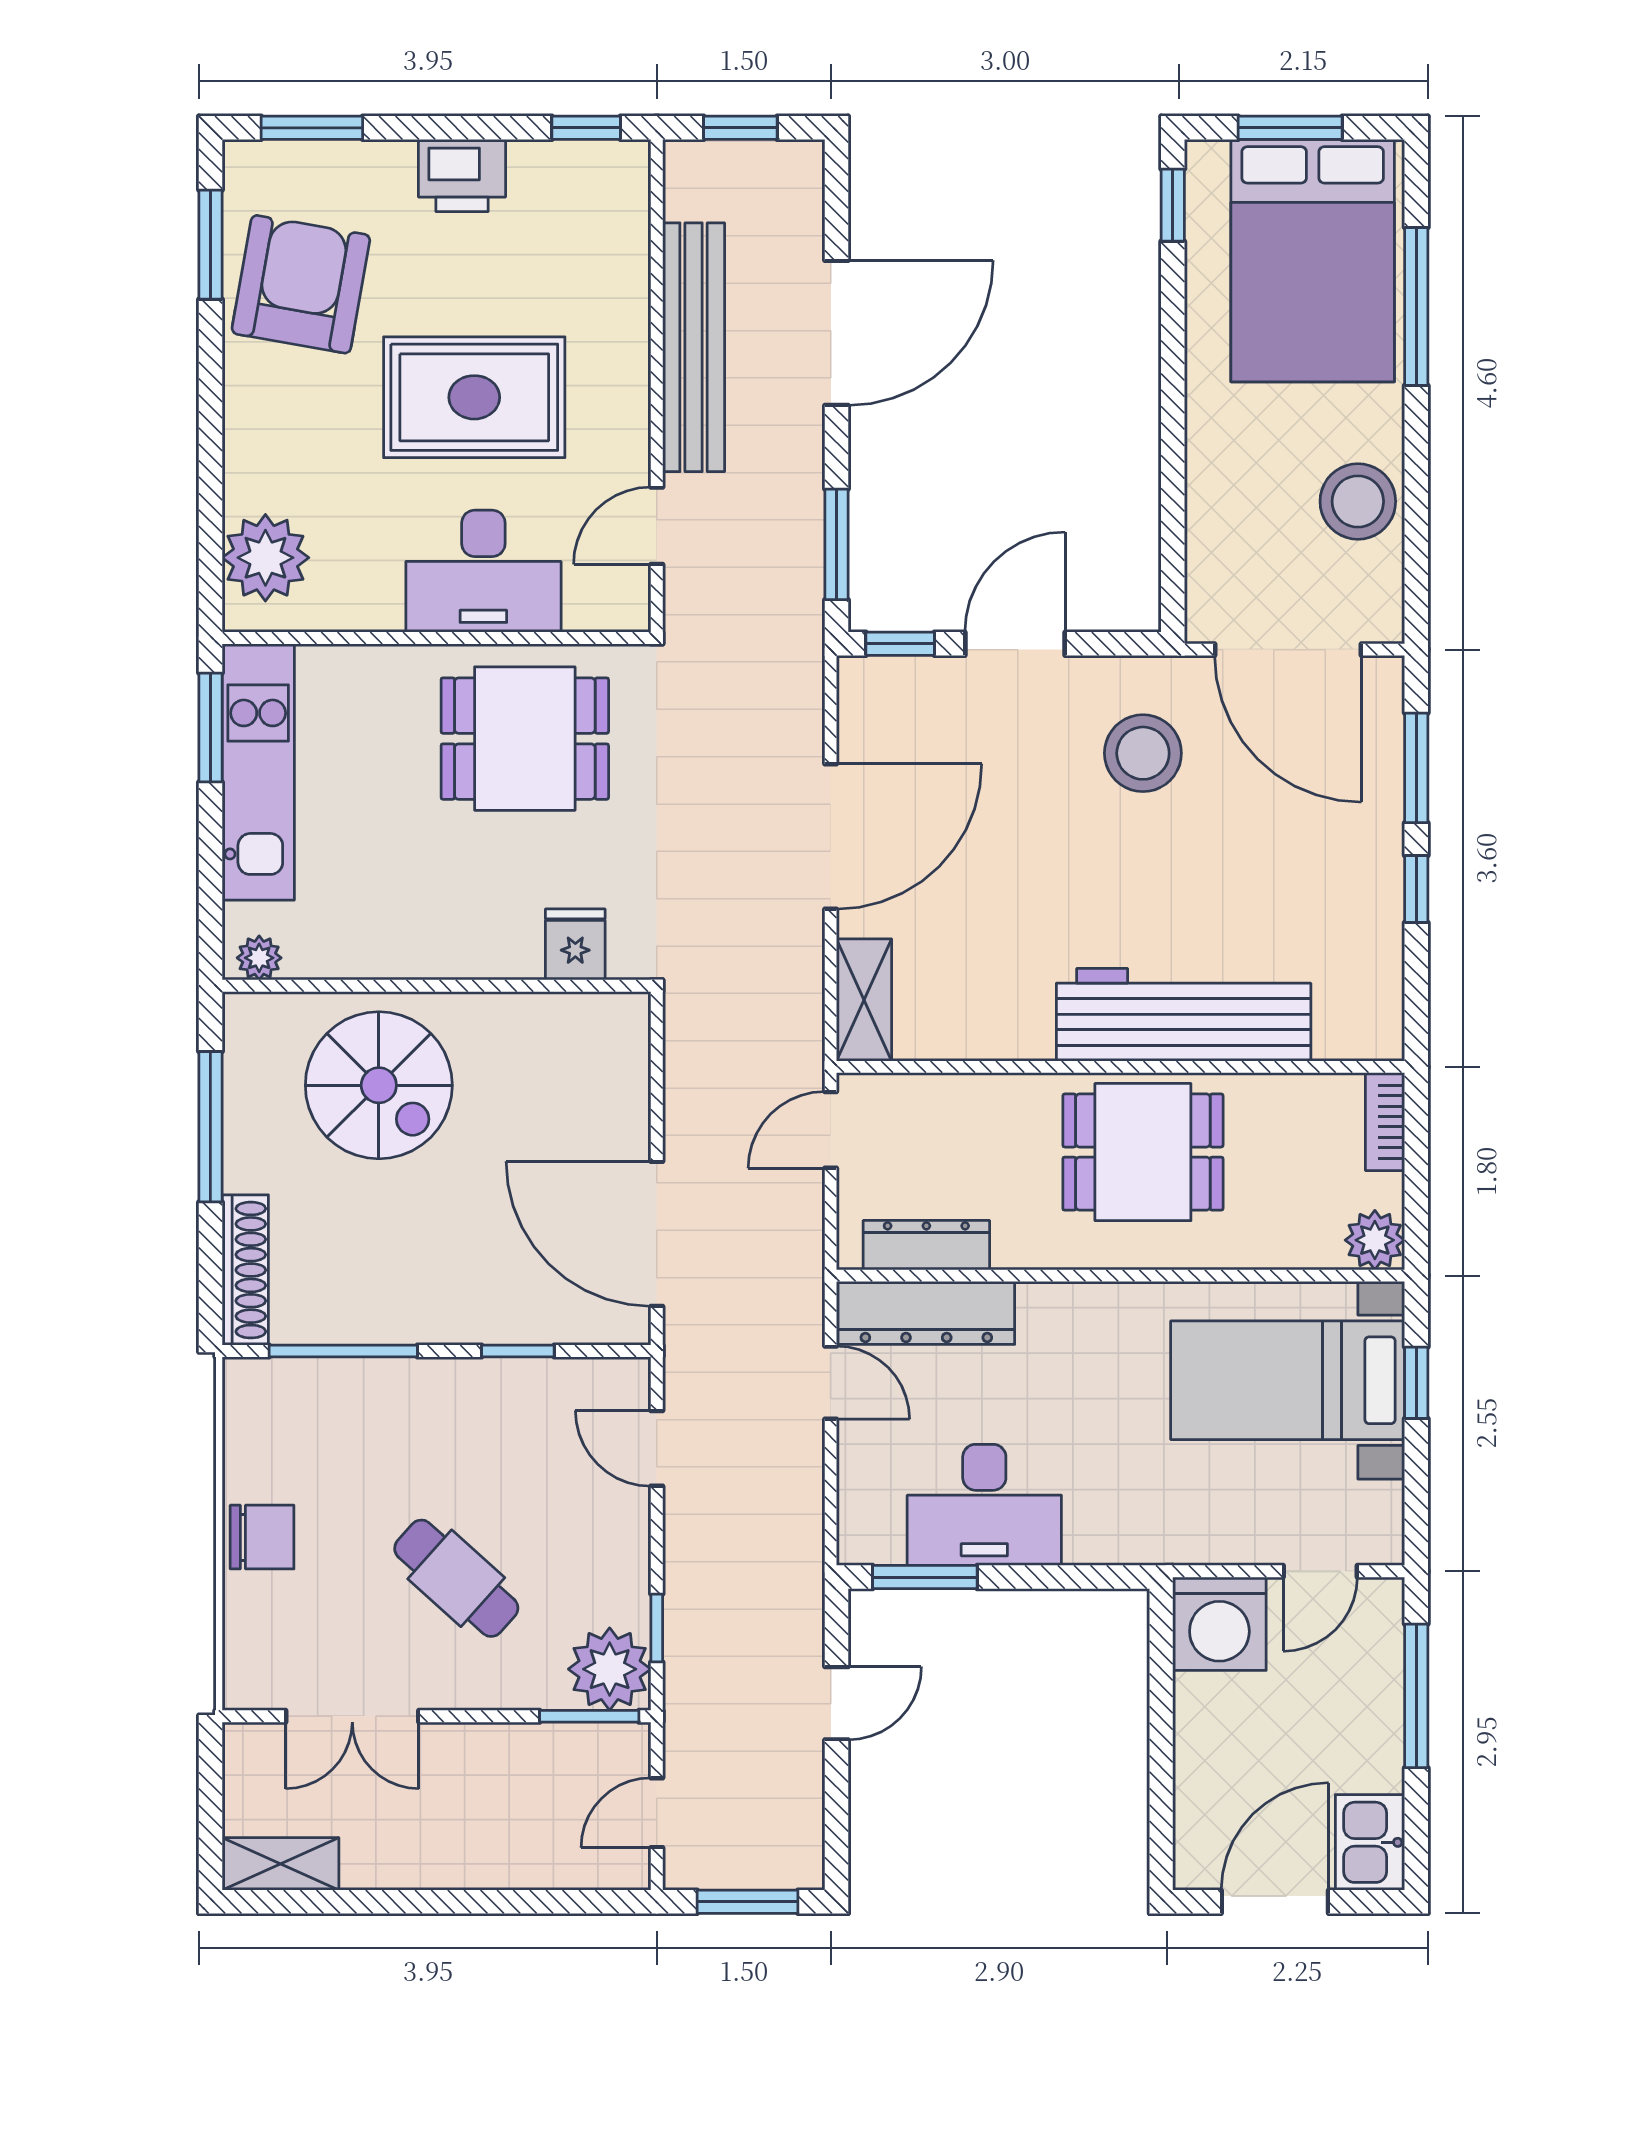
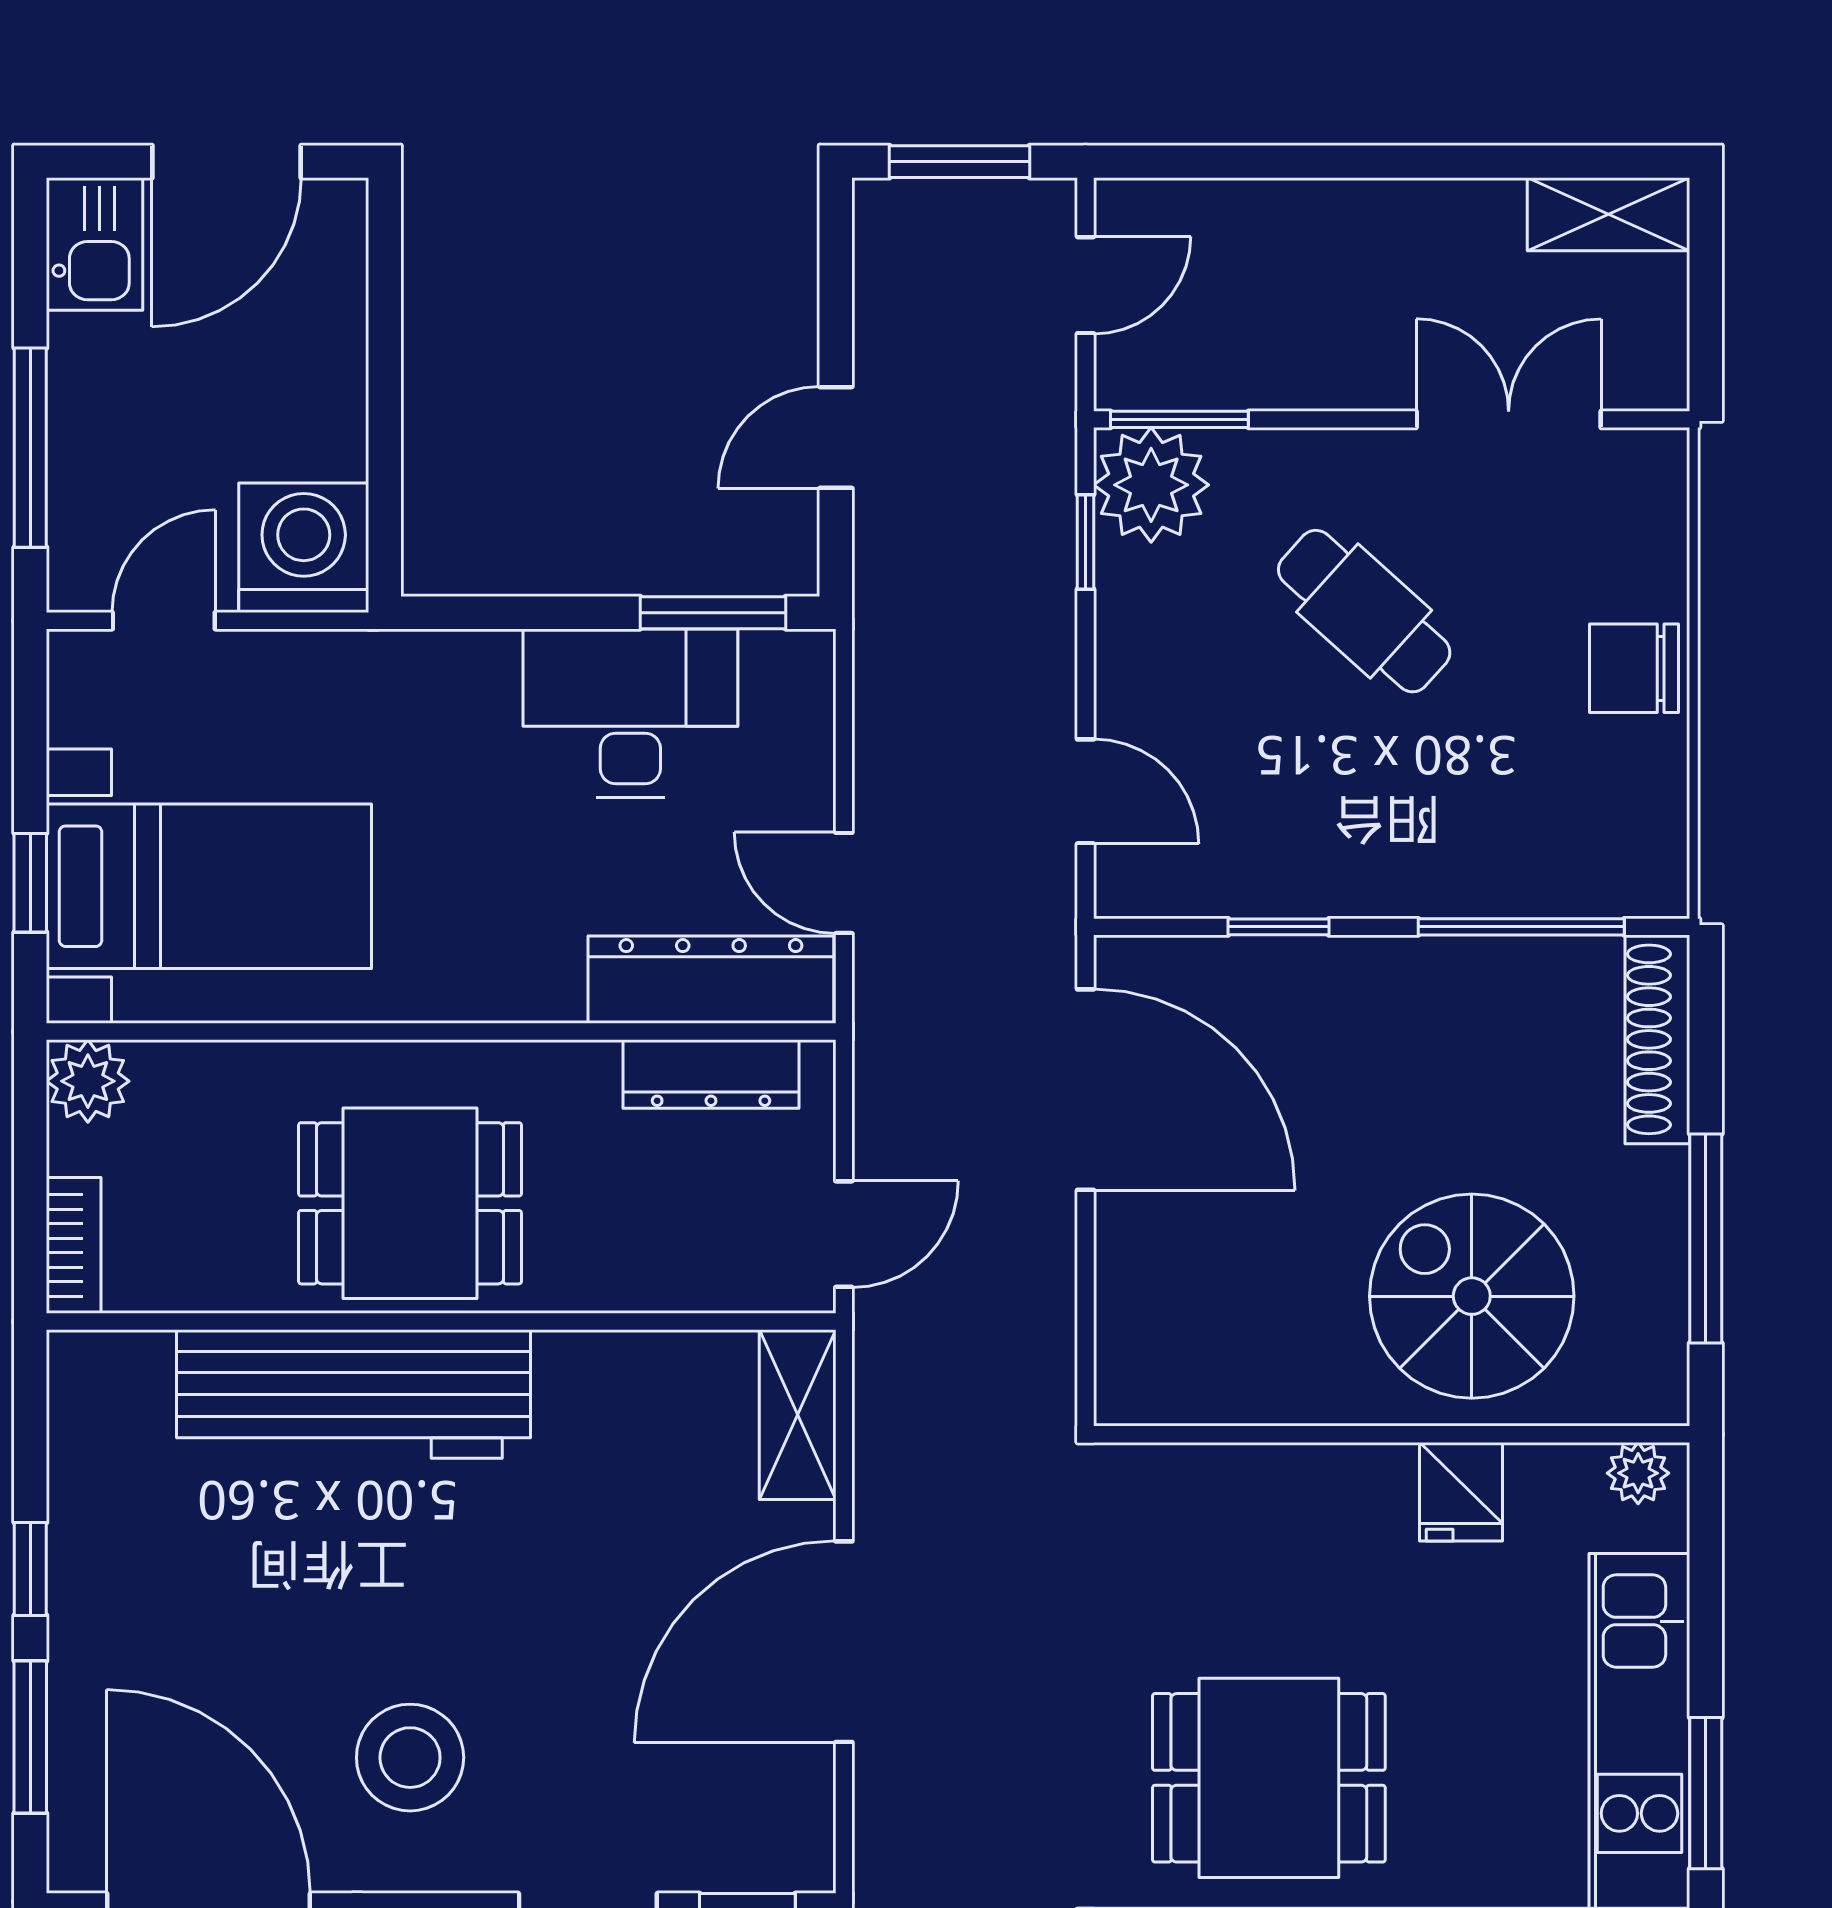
fridge: (575, 944) -> (1461, 1492), moved

